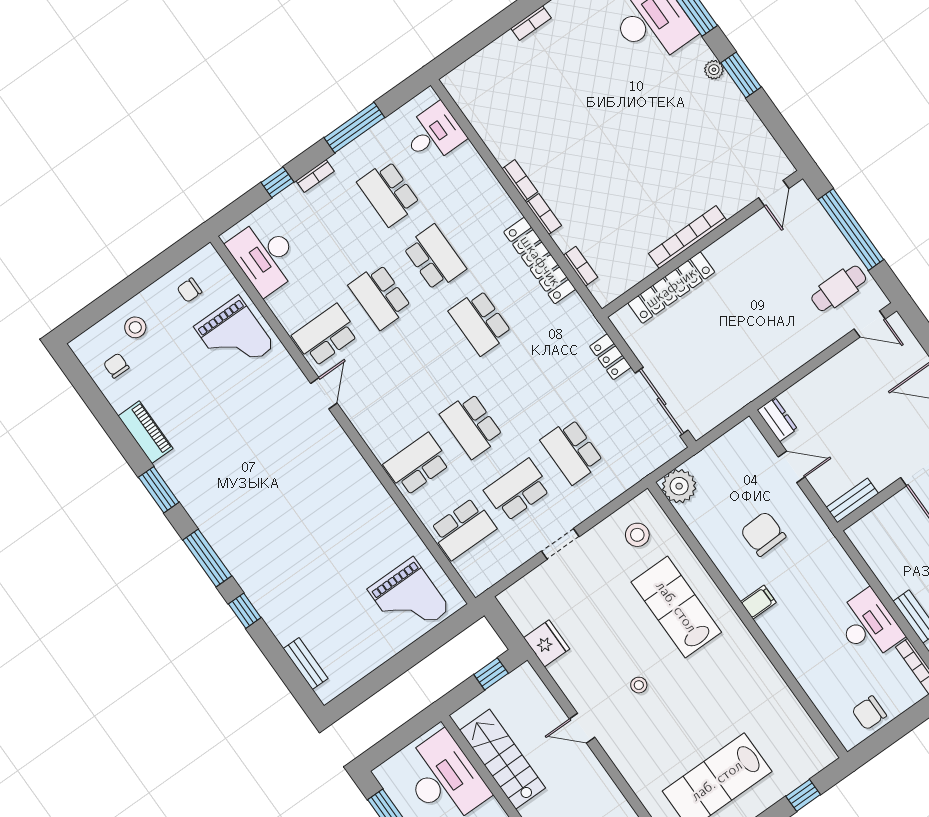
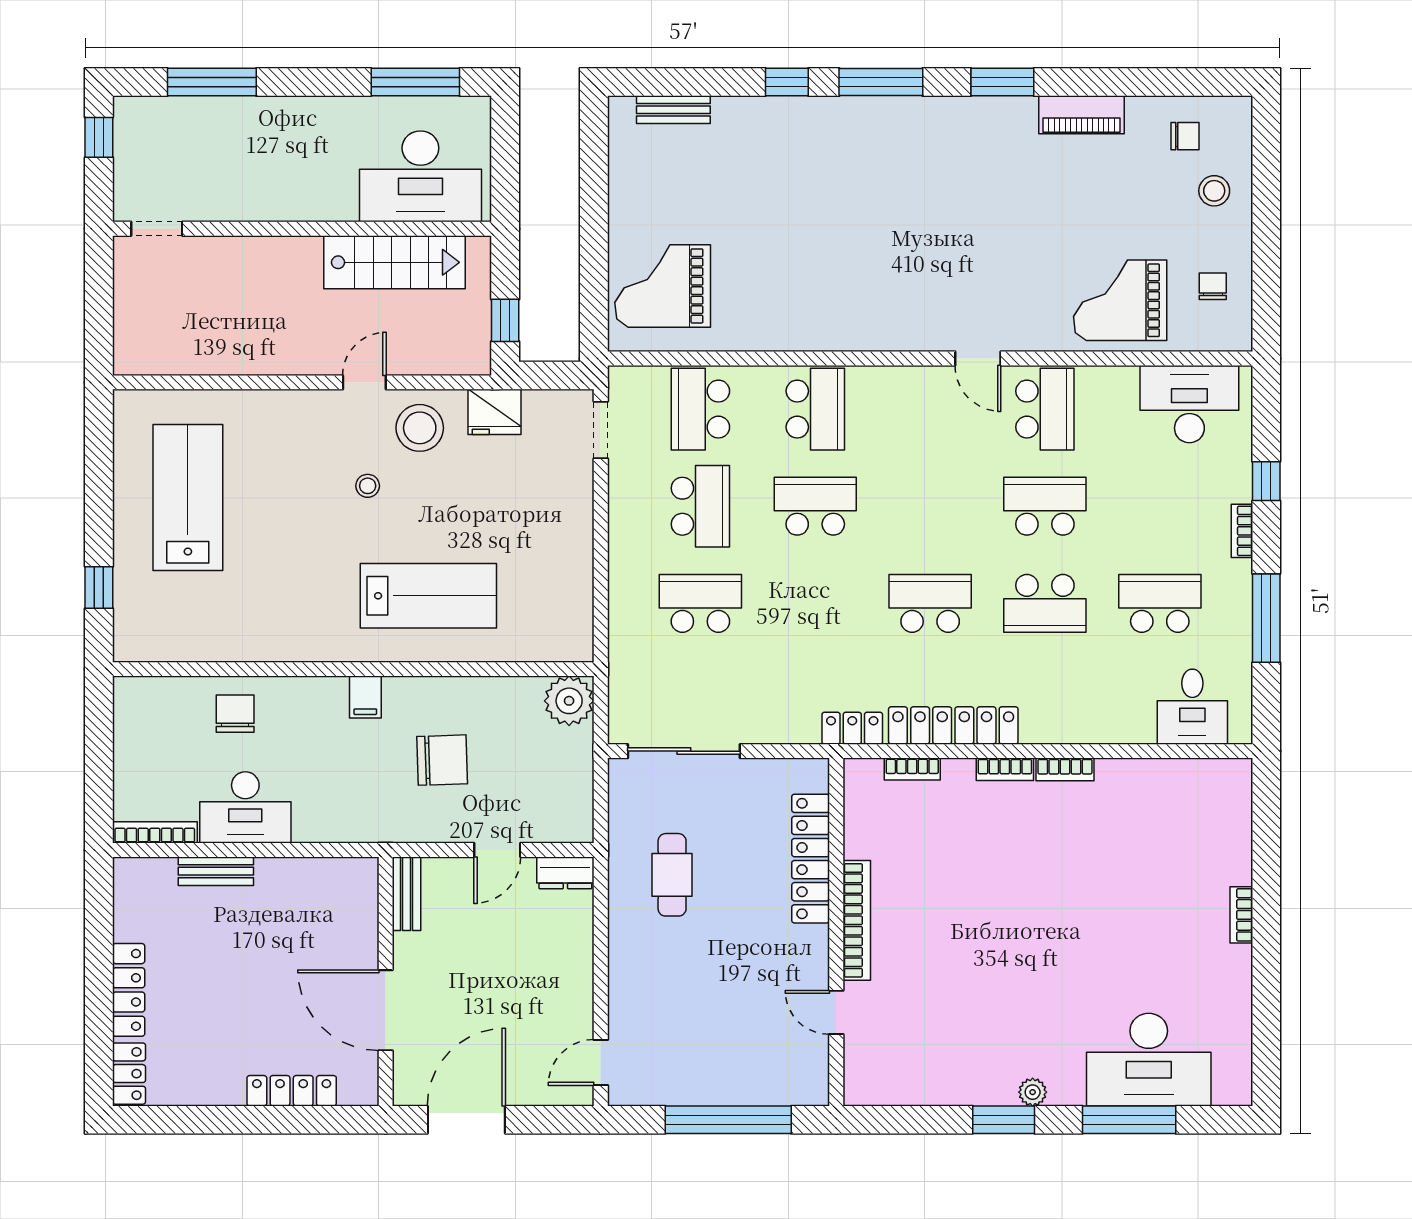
door: (774, 193) -> (836, 1012), moved
cafe table: (839, 288) -> (672, 875), moved
locker: (610, 357) -> (852, 728), moved
stool: (637, 535) -> (420, 428), moved, width x1.38, depth x1.38
doorway: (560, 544) -> (601, 430), moved
chair: (869, 713) -> (235, 714), moved

